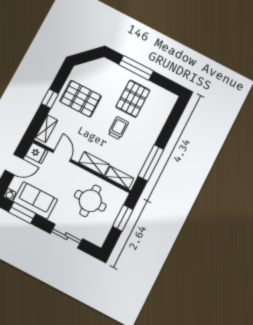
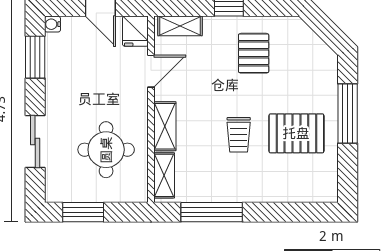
pallet: (81, 99) -> (254, 53), width x0.67, depth x0.71
trolley: (118, 128) -> (239, 135), turned 90
sofa: (35, 200) -> (64, 67), removed
window: (123, 218) -> (83, 212), moved

